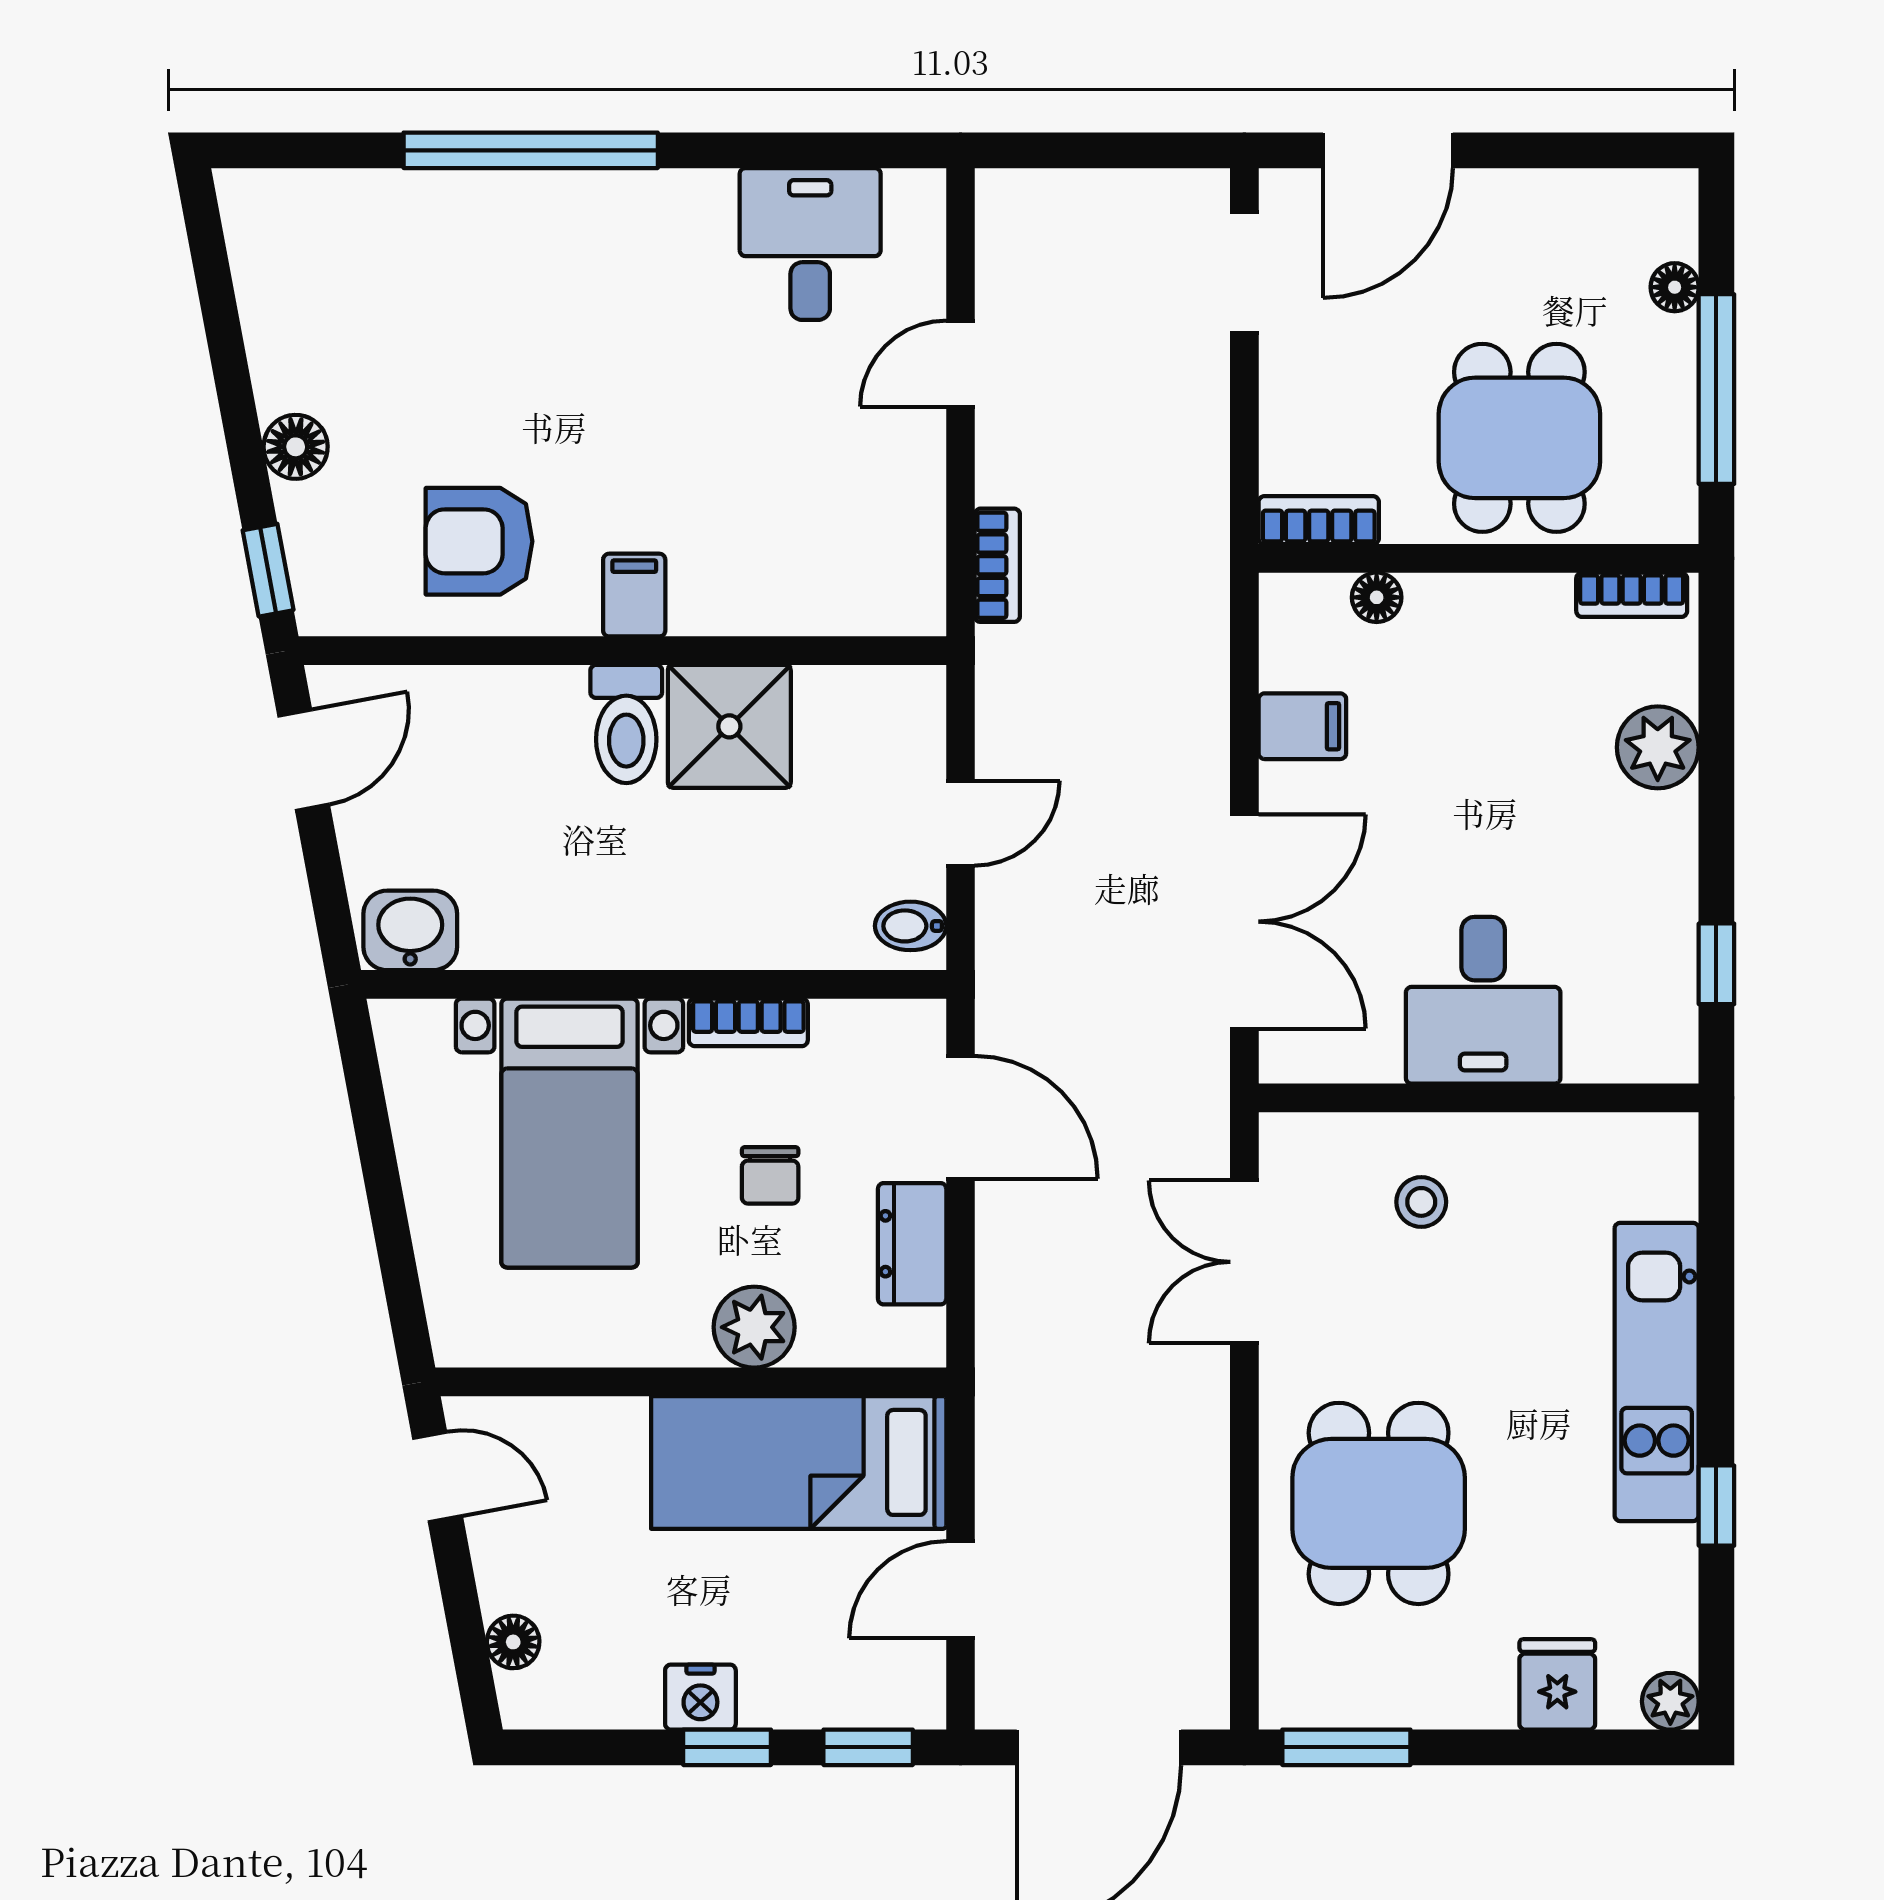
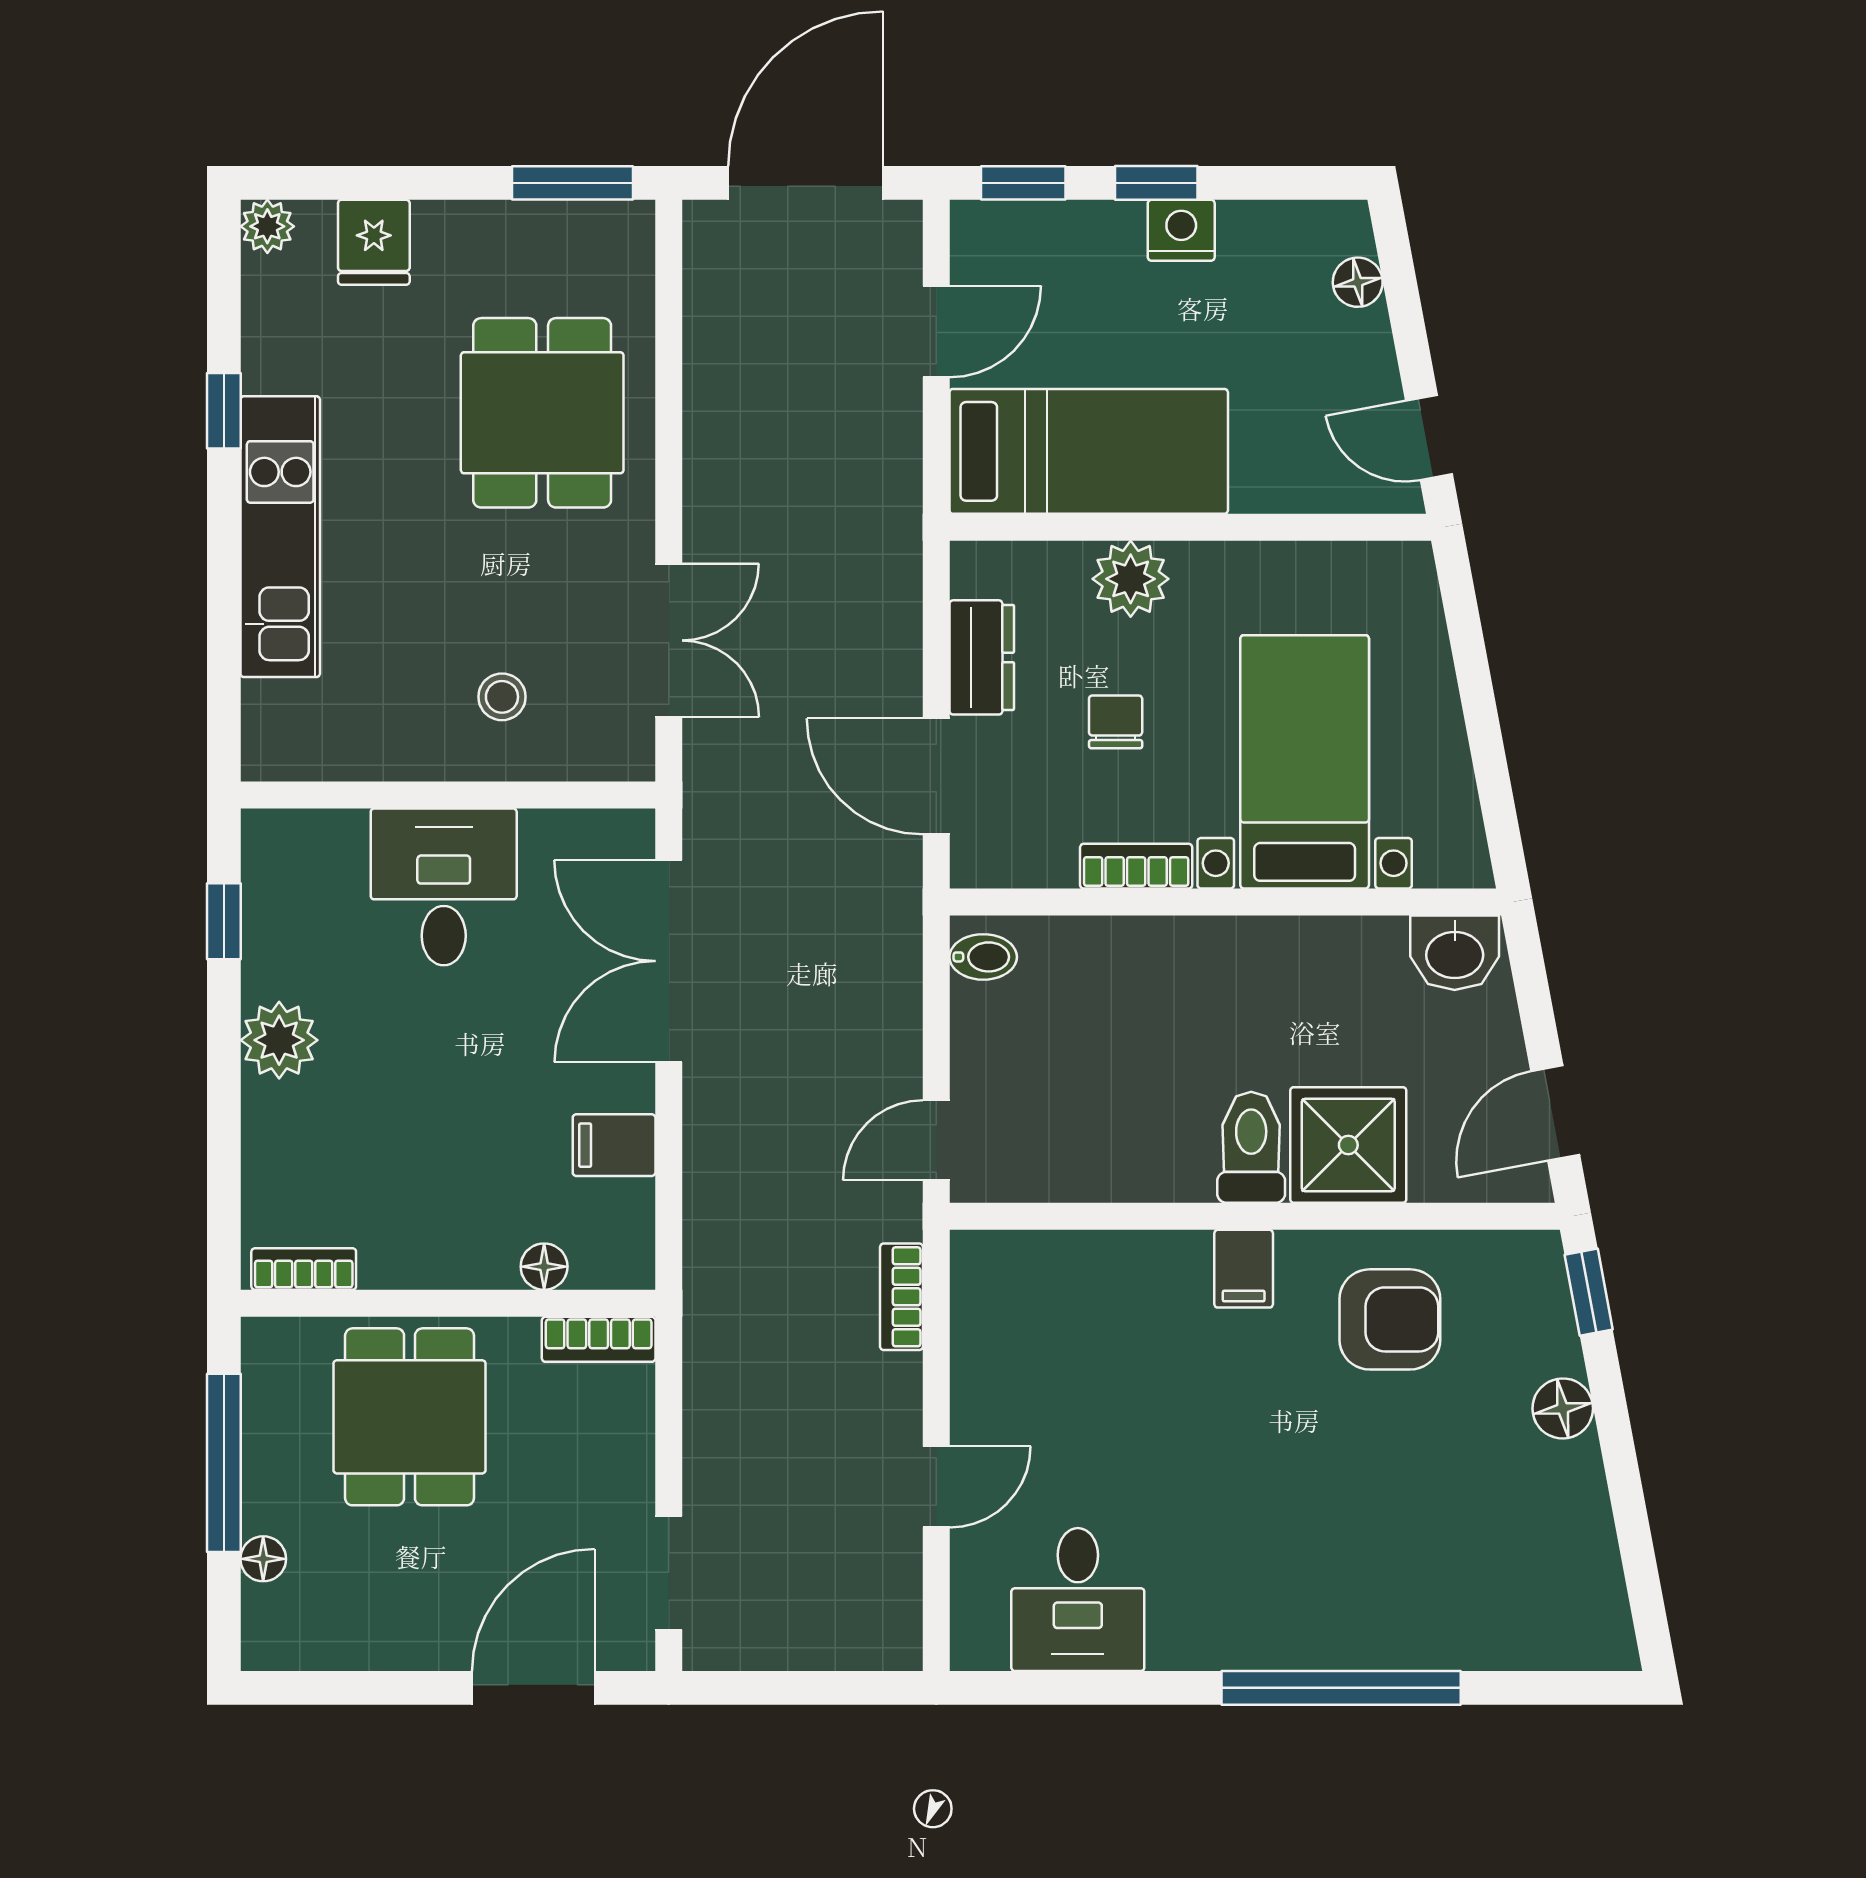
shower: (729, 726) -> (1348, 1145), moved
plant: (1658, 747) -> (279, 1040), moved
door: (960, 823) -> (936, 1140), moved

